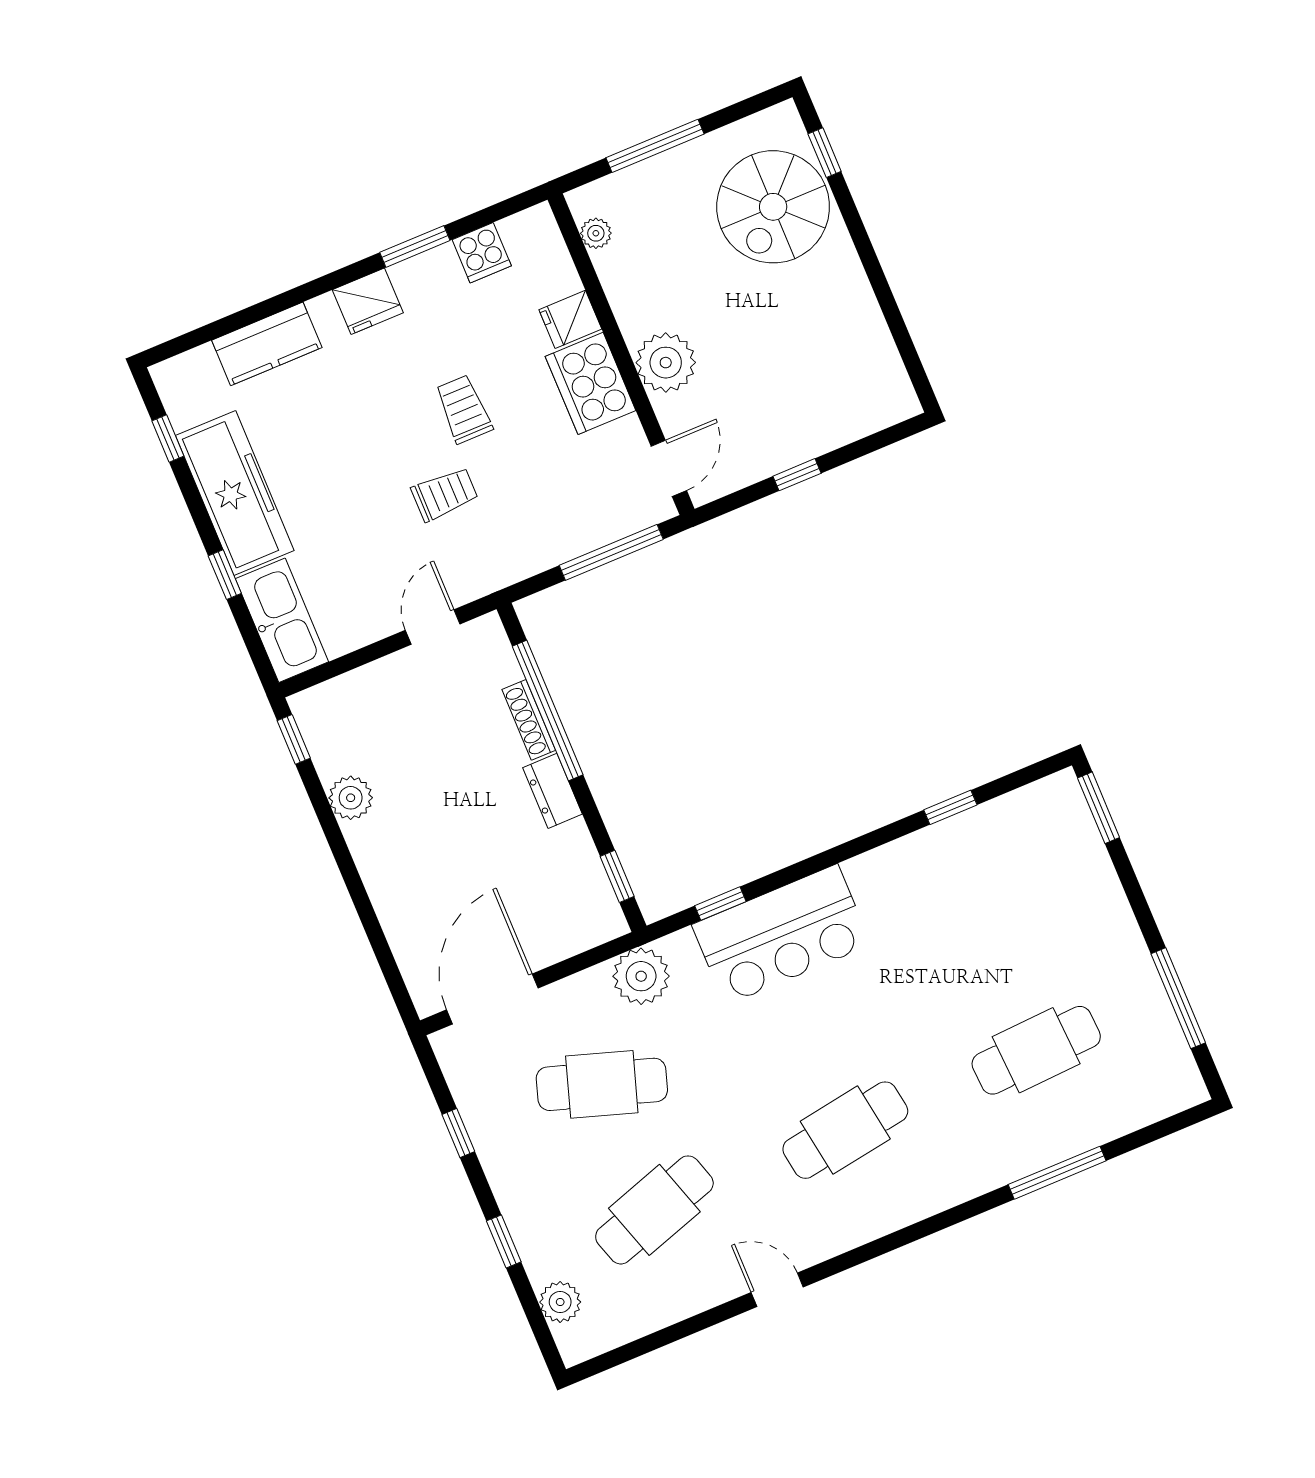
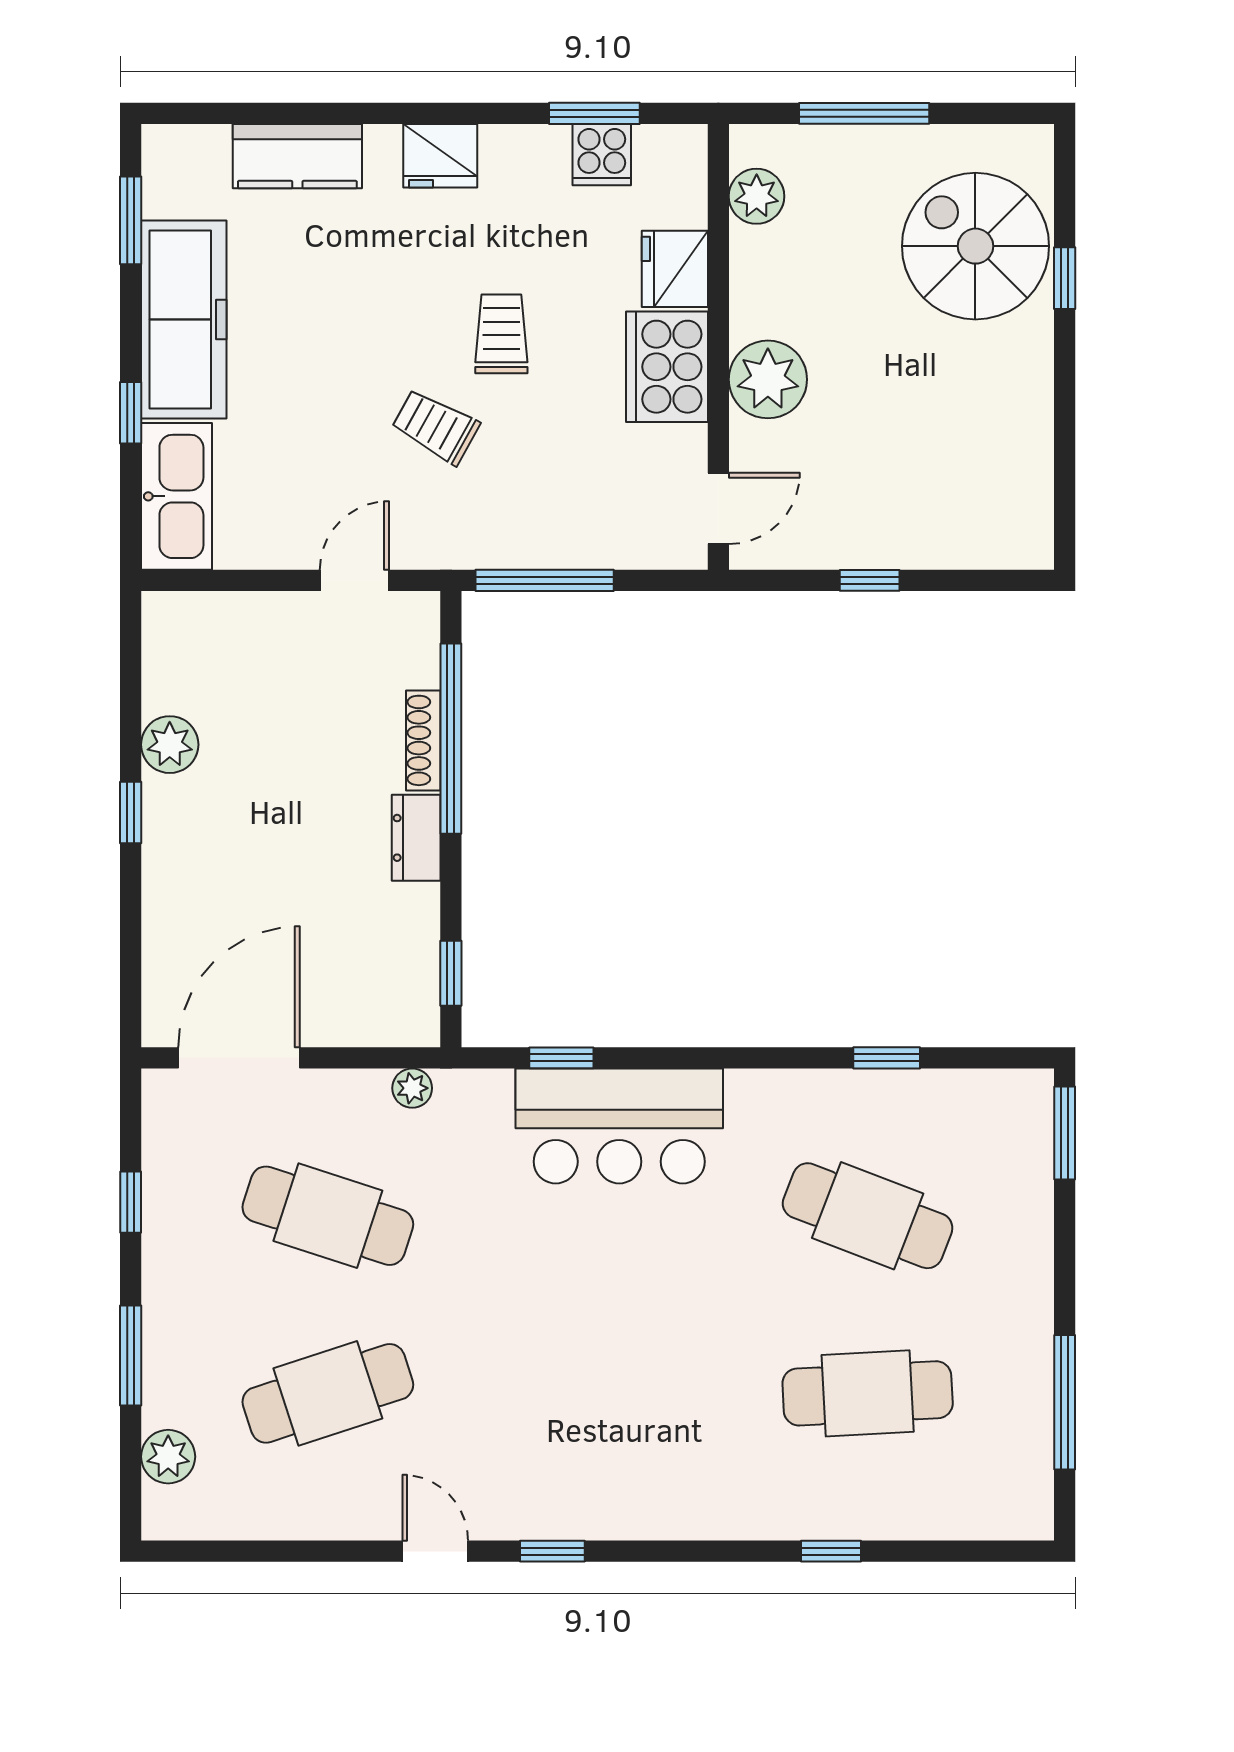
window: (825, 153) -> (1065, 278), moved
spiral stairs: (773, 207) -> (975, 246), turned 90
plant: (596, 233) -> (757, 196), width x1.38, depth x1.38
window: (415, 246) -> (594, 113), moved
fridge: (570, 319) -> (675, 269), width x1.38
window: (168, 439) -> (131, 220), width x1.50
trolley: (445, 494) -> (436, 427), turned -151
window: (611, 552) -> (545, 580), moved
window: (294, 739) -> (131, 812), moved
plant: (641, 976) -> (412, 1088), width x0.53, depth x0.53
cafe table: (845, 1130) -> (868, 1216), moved, turned 30
window: (1057, 1173) -> (831, 1551), width x0.46
window: (504, 1241) -> (131, 1355), width x1.50
window: (860, 1255) -> (552, 1551), added

